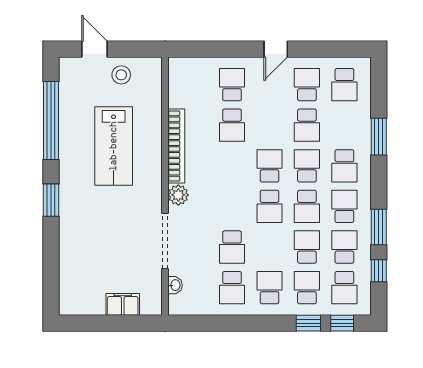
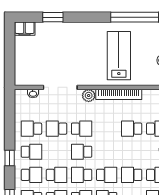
lab bench: (114, 146) -> (119, 56), turned 90
school desk: (269, 166) -> (82, 129), moved
window: (51, 200) -> (53, 17), moved
filing cabinet: (123, 304) -> (25, 29), moved, turned 90
window: (308, 323) -> (10, 158), moved

